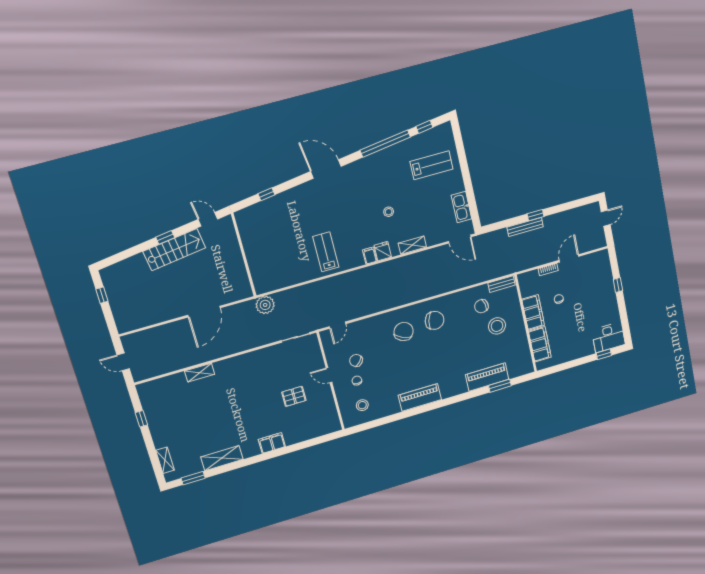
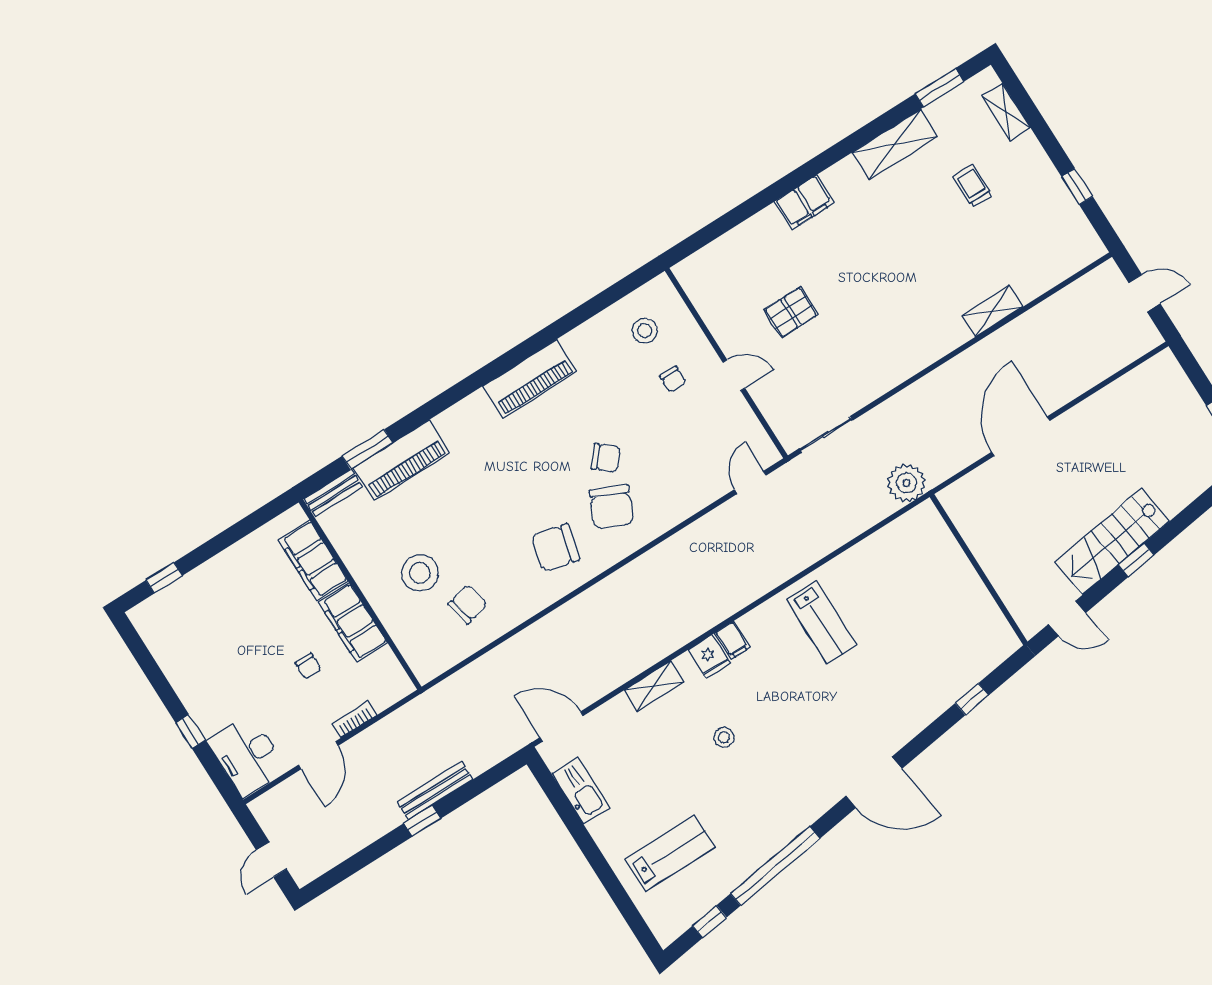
lab bench: (431, 165) -> (670, 853), turned 180
bench: (502, 284) -> (333, 493), moved
desk: (608, 337) -> (247, 755), moved, turned -90
chair: (356, 360) -> (606, 458), moved
trolley: (191, 431) -> (973, 186), added

